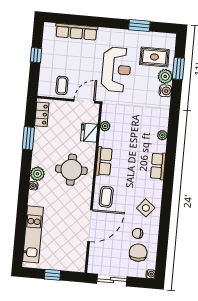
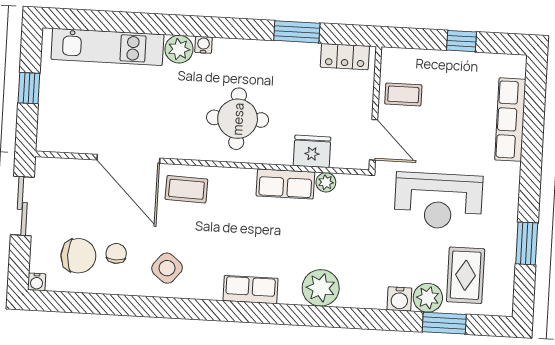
plant: (162, 135) -> (321, 288), width x1.88, depth x1.88
row of seats: (104, 161) -> (285, 184), moved
plant: (37, 174) -> (179, 49), moved

